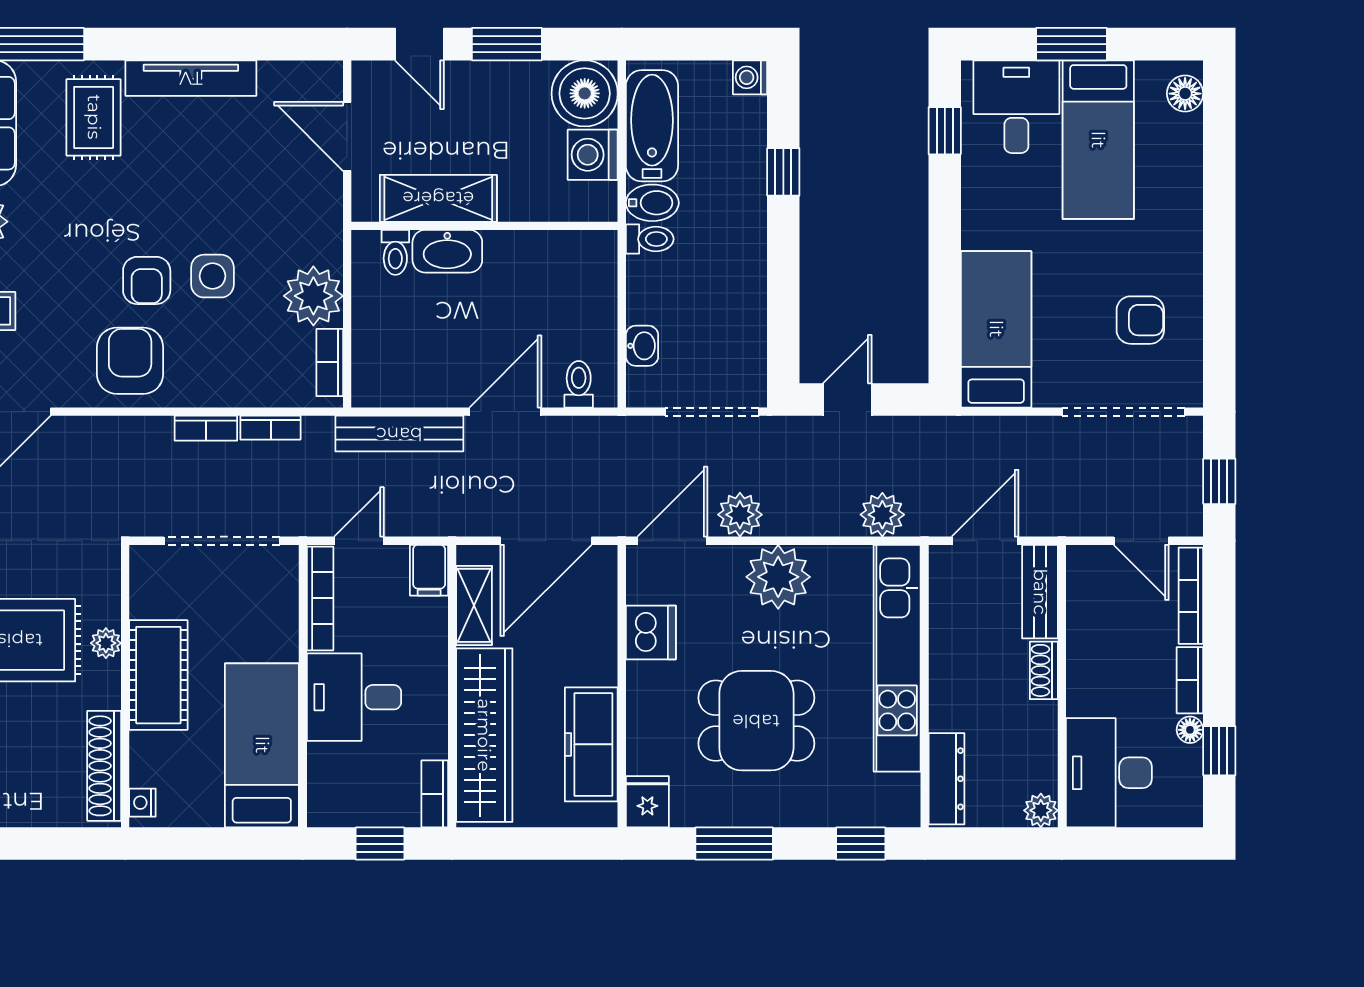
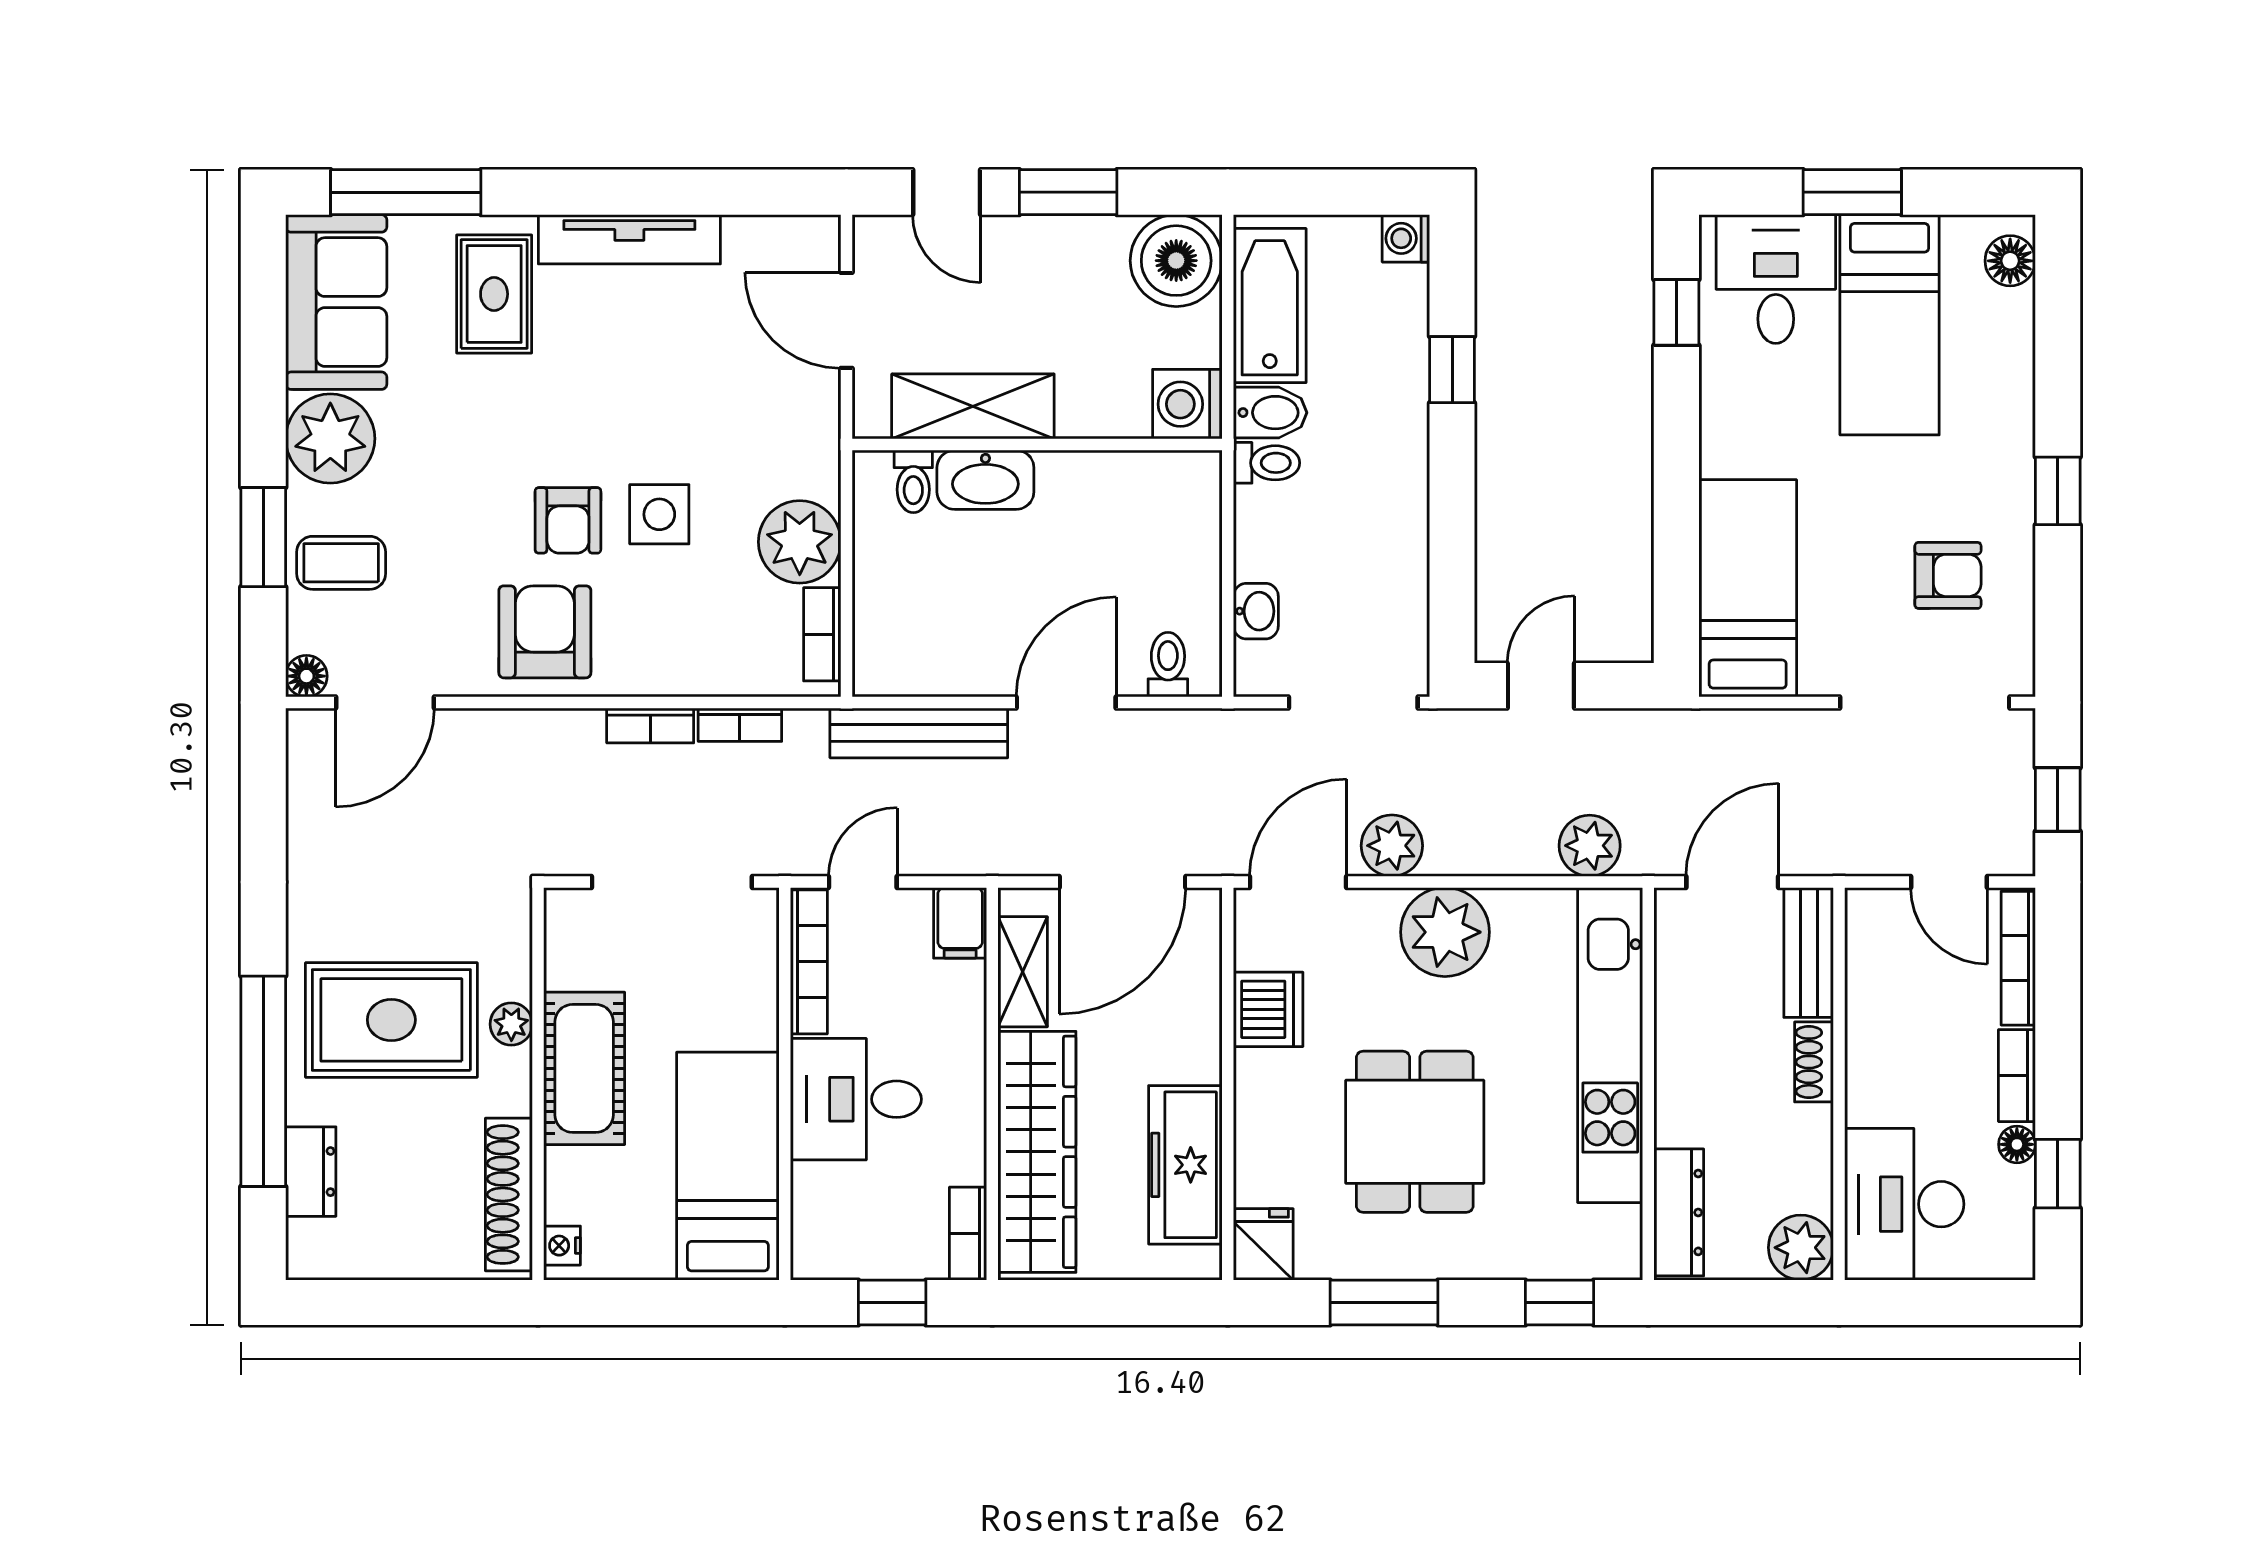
washing machine: (593, 155) -> (1187, 404), moved
window: (1219, 259) -> (2058, 491), added
dining table: (756, 721) -> (1415, 1132), turned 90
plant: (1041, 810) -> (1801, 1248), width x1.38, depth x1.38

